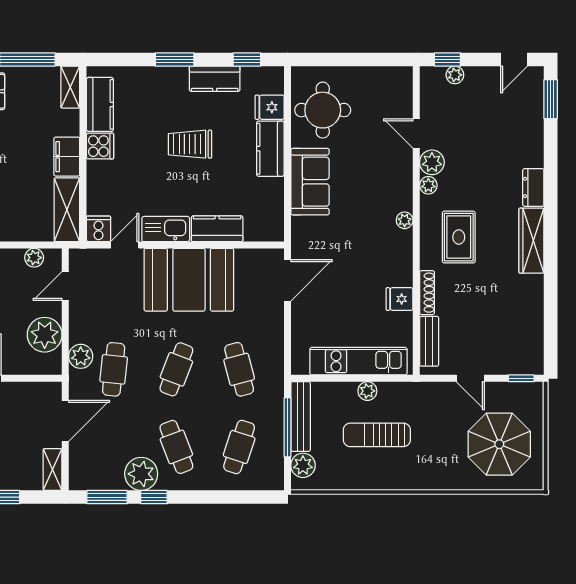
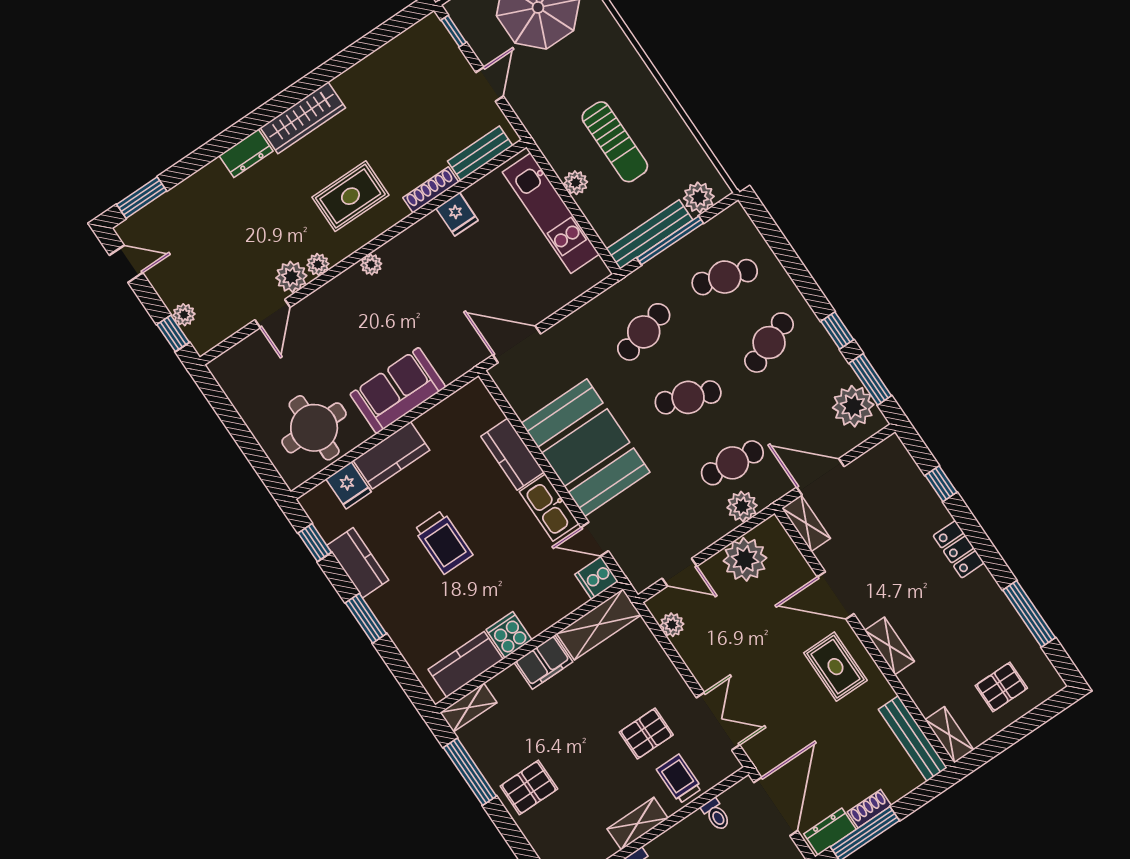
shelving: (53, 470) -> (806, 523), moved, turned 90
plant: (141, 474) -> (853, 406), moved

